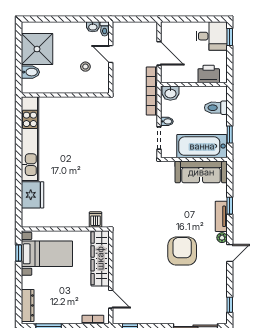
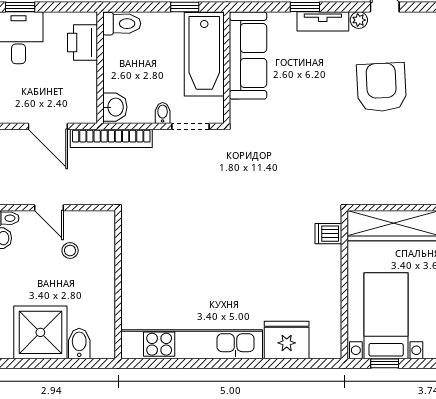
door: (159, 53) -> (48, 126), swing flipped
door: (111, 54) -> (49, 208), hinge flipped
toilet: (216, 108) -> (122, 24), moved, turned -90
armchair: (182, 251) -> (381, 87), turned 87

